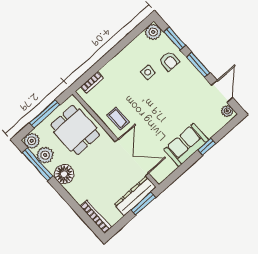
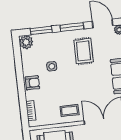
armchair: (169, 61) -> (32, 83), moved
rug: (183, 92) -> (84, 51), added

